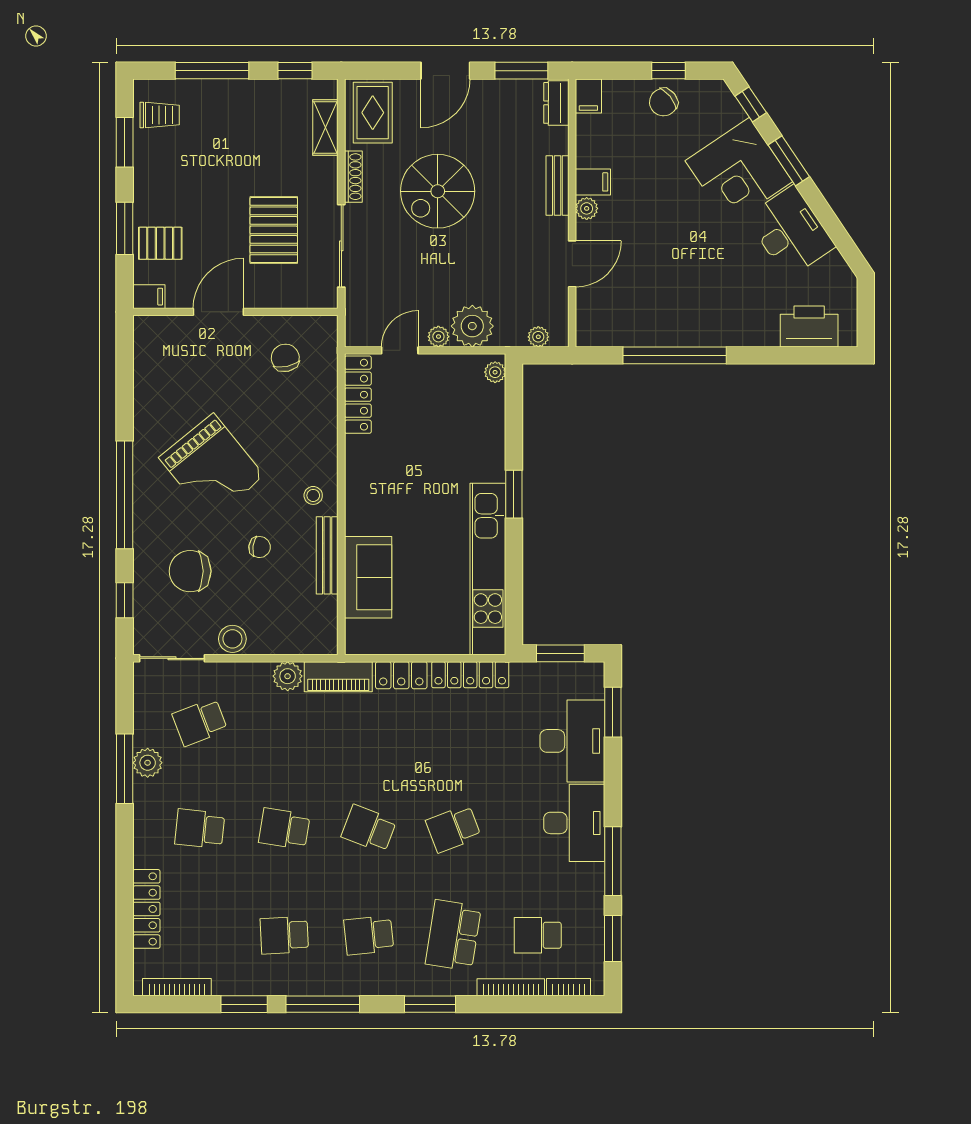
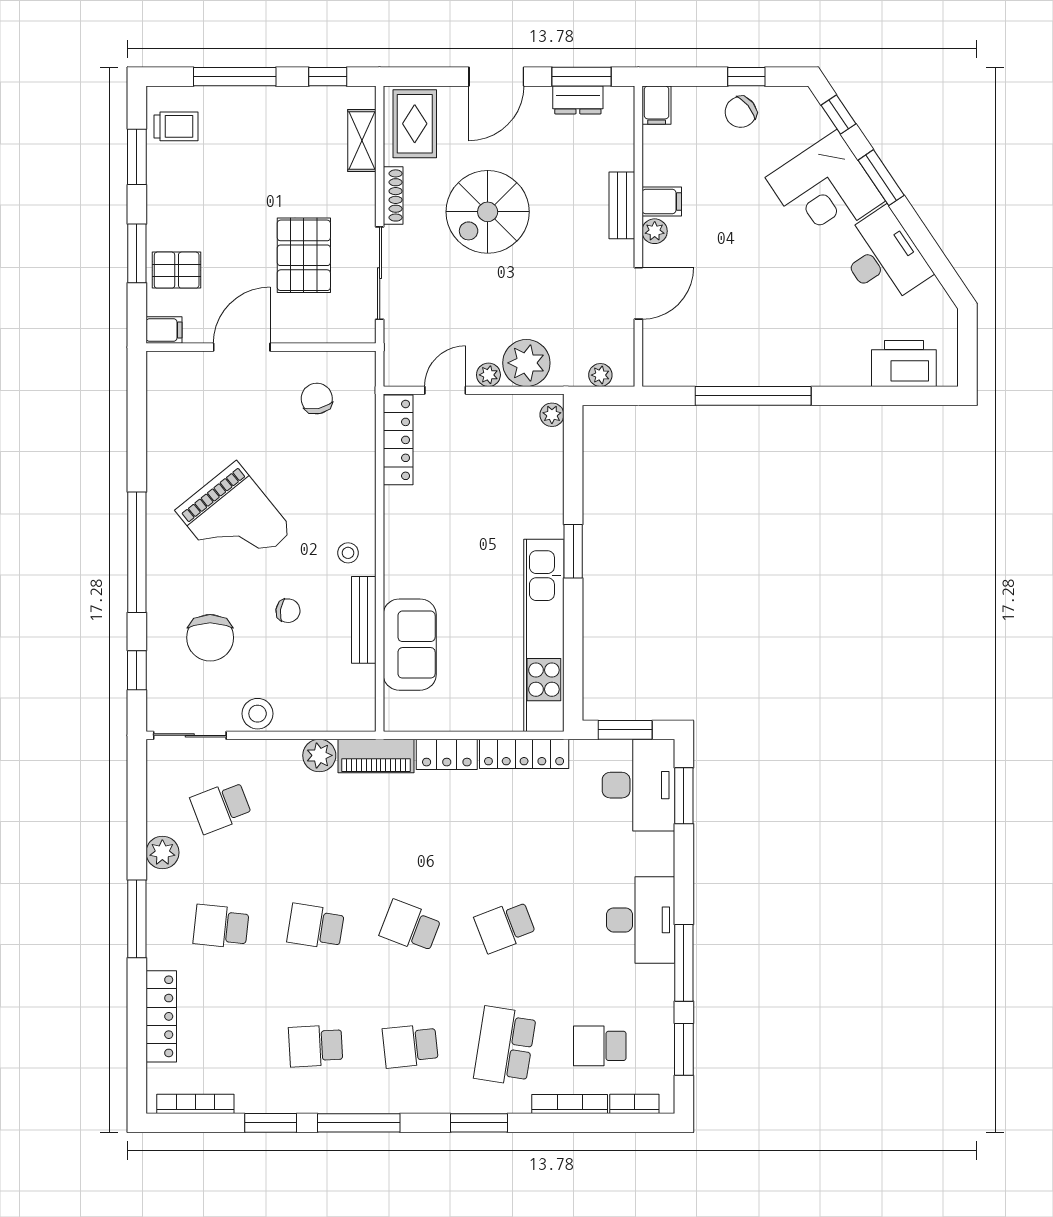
dresser: (556, 103) -> (578, 100), moved, turned -90
chair: (190, 571) -> (210, 638), turned -90
desk: (572, 741) -> (639, 785), moved
window: (125, 769) -> (137, 919), moved

